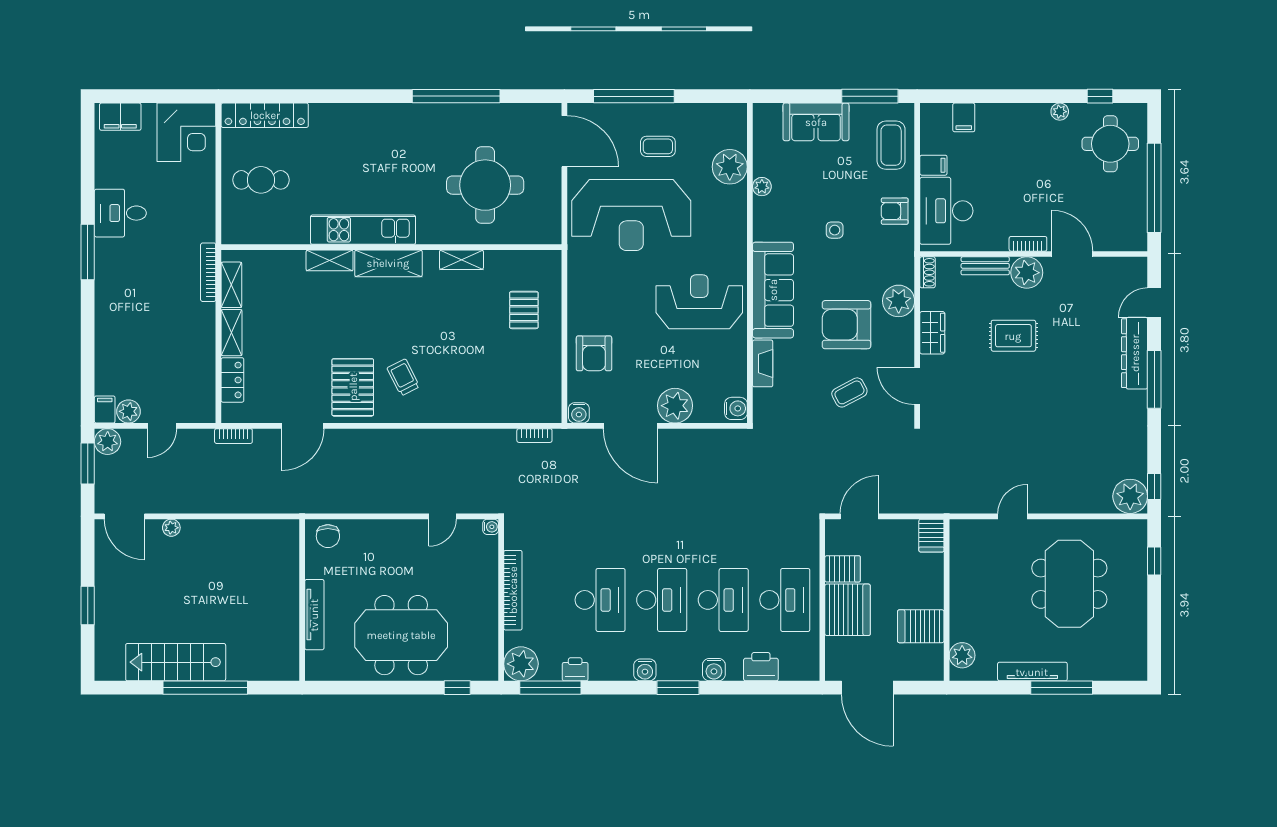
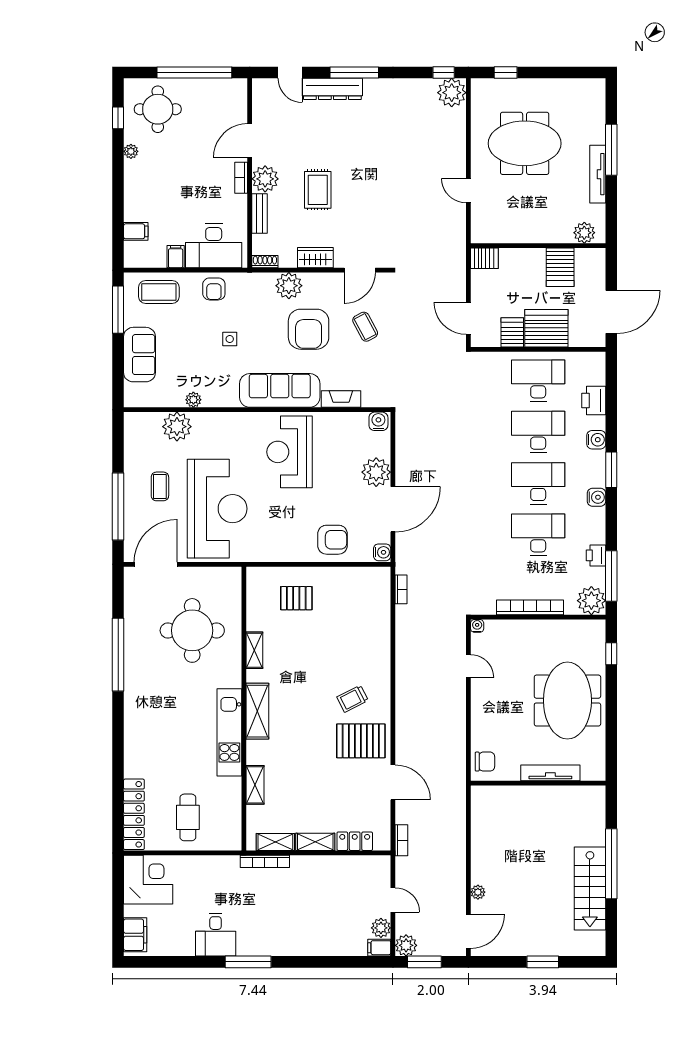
shelving: (330, 260) -> (255, 785), moved

